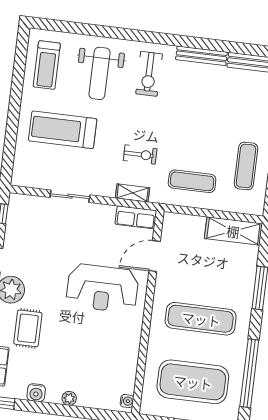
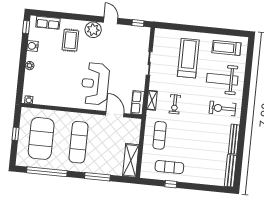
rug: (28, 328) -> (70, 40), turned 90

